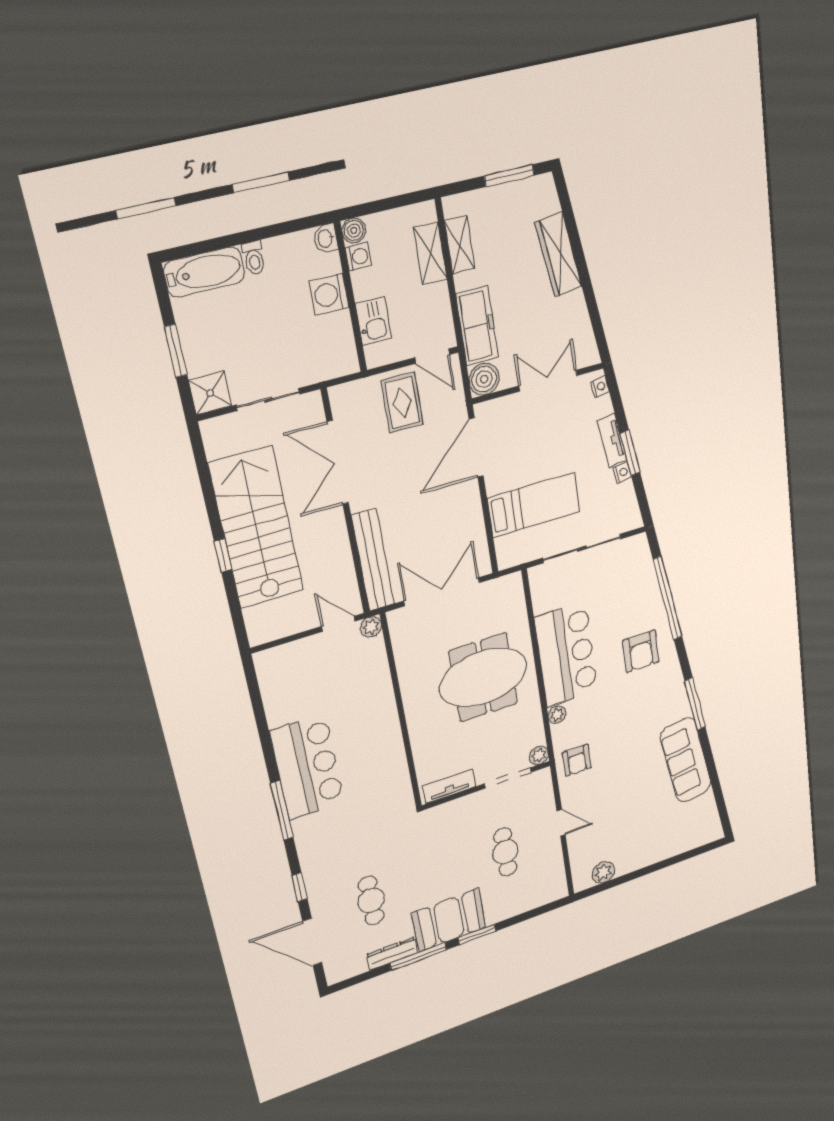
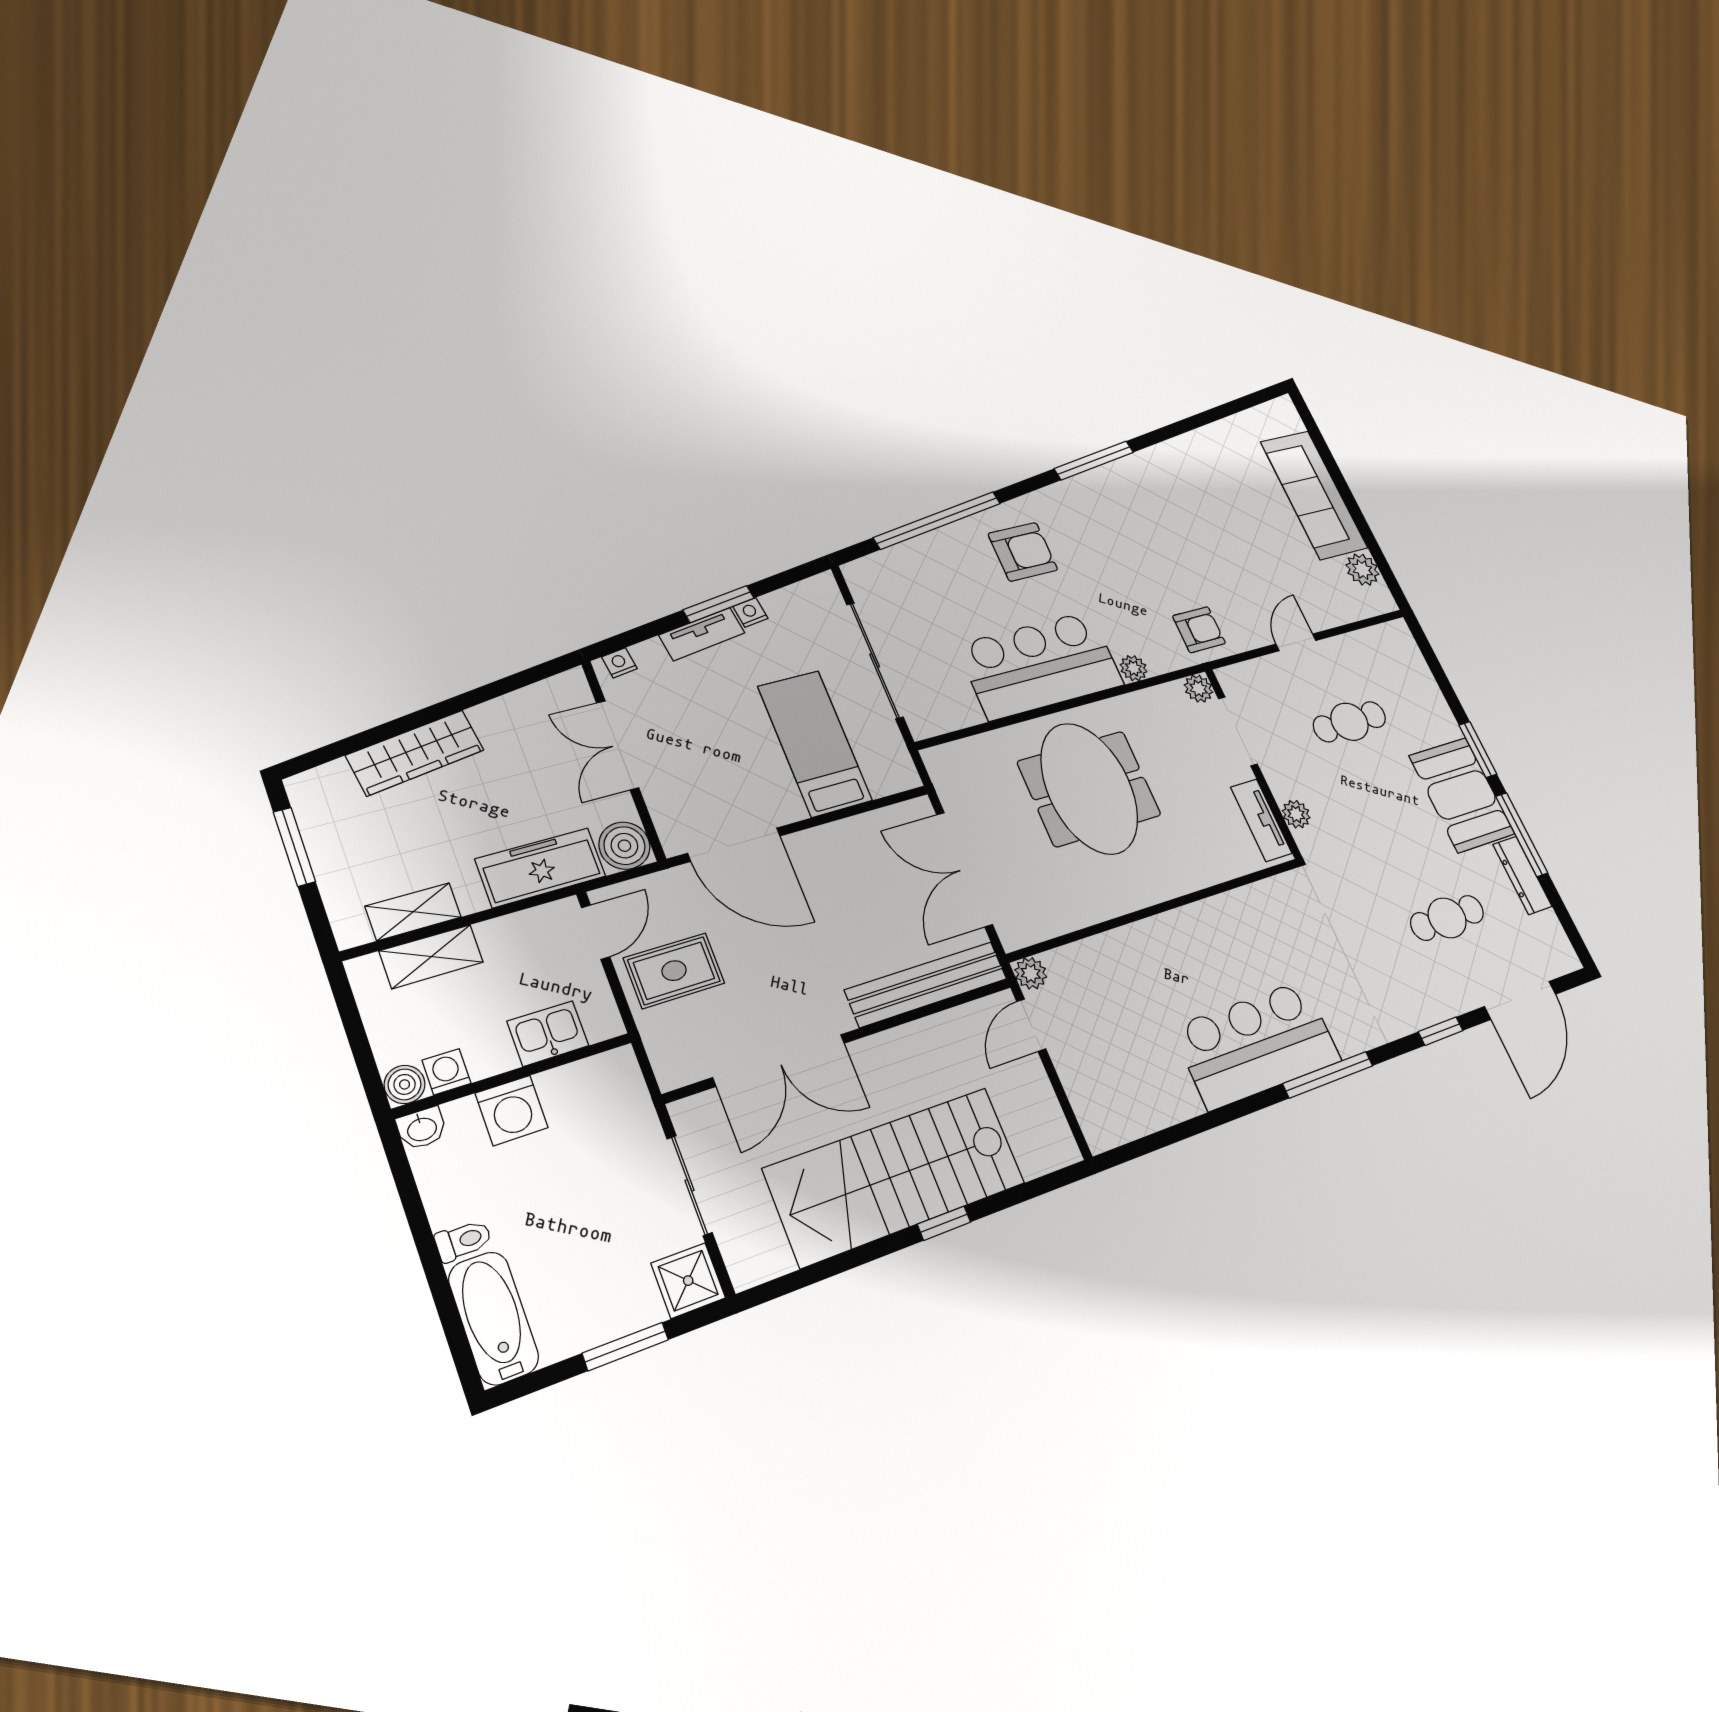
sofa: (686, 760) -> (1314, 495), moved, turned 98
plant: (450, 810) -> (1296, 814), added

